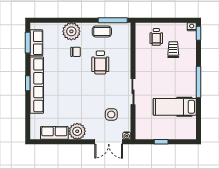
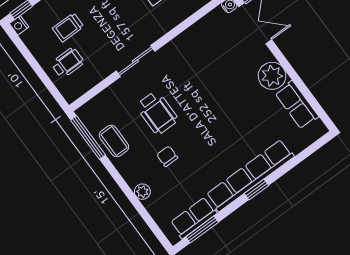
plant: (71, 31) -> (142, 192), width x0.53, depth x0.53
wheelchair: (100, 62) -> (157, 113), turned 90
sliding door: (133, 92) -> (135, 61), moved
side table: (111, 114) -> (216, 47), removed

